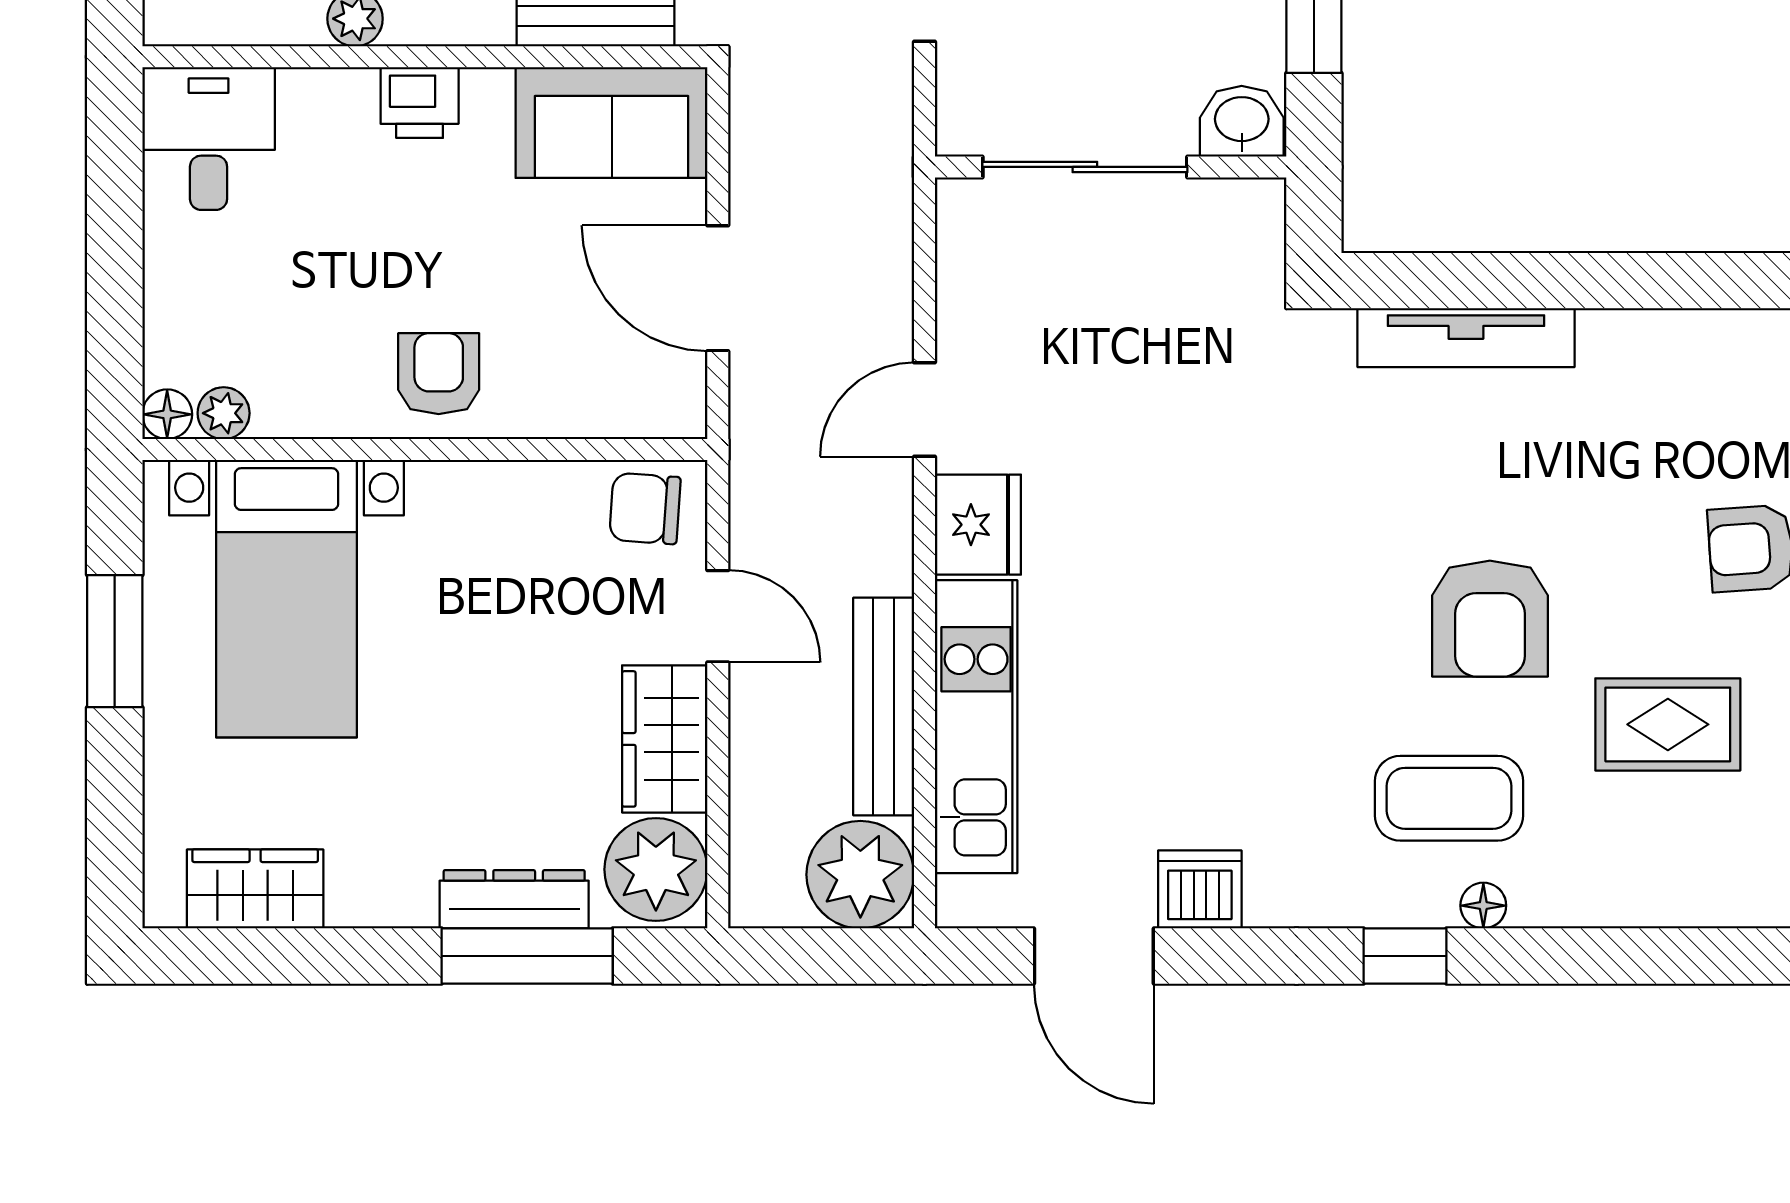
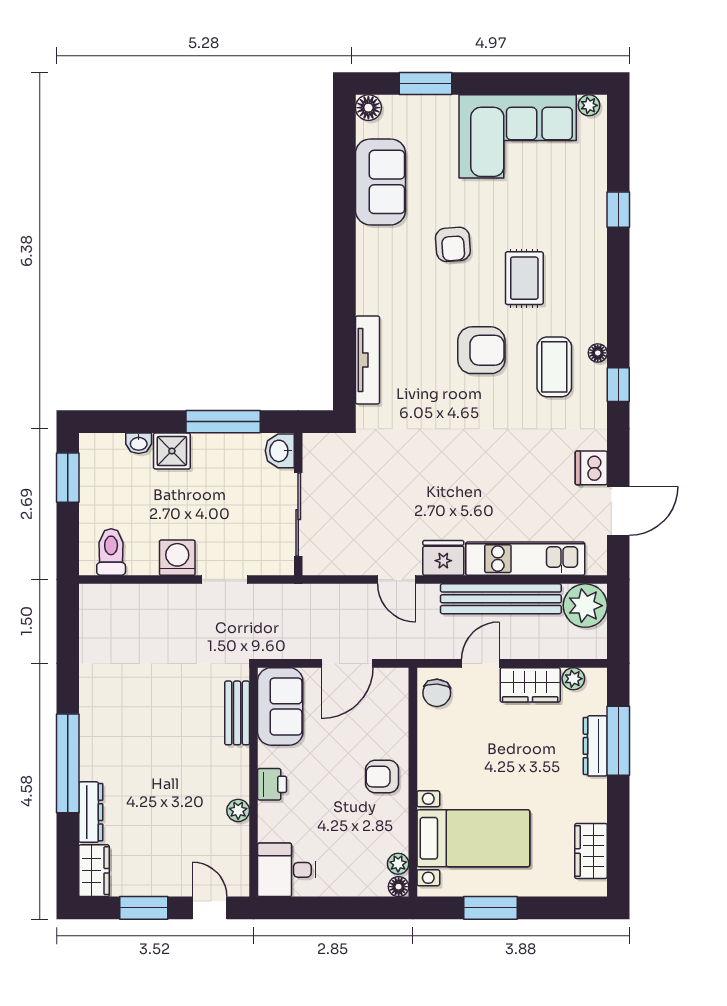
bench: (884, 707) -> (501, 599), width x1.37, depth x1.21
plant: (656, 869) -> (573, 679), width x0.53, depth x0.53

